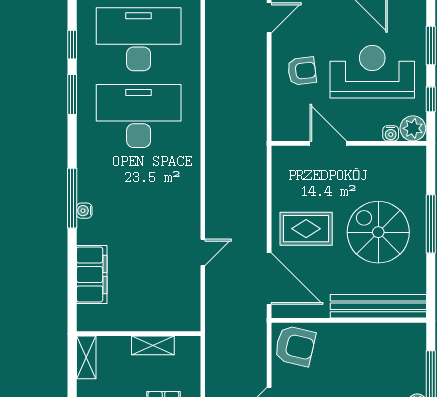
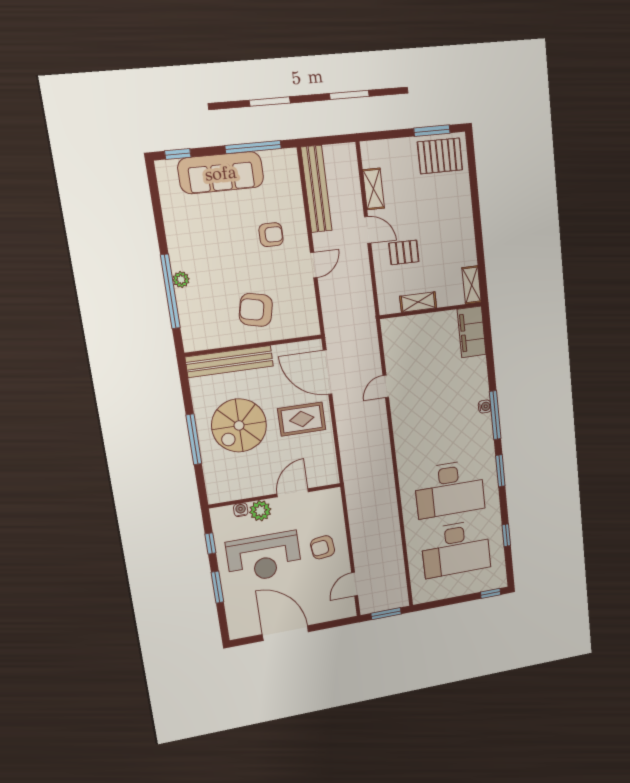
window: (72, 94) -> (500, 471), moved
plant: (413, 128) -> (260, 511), moved
door: (328, 143) -> (293, 493), swing flipped
spiral stairs: (378, 232) -> (239, 425), turned 90
filing cabinet: (92, 274) -> (472, 332), moved
armchair: (295, 346) -> (256, 310), moved

